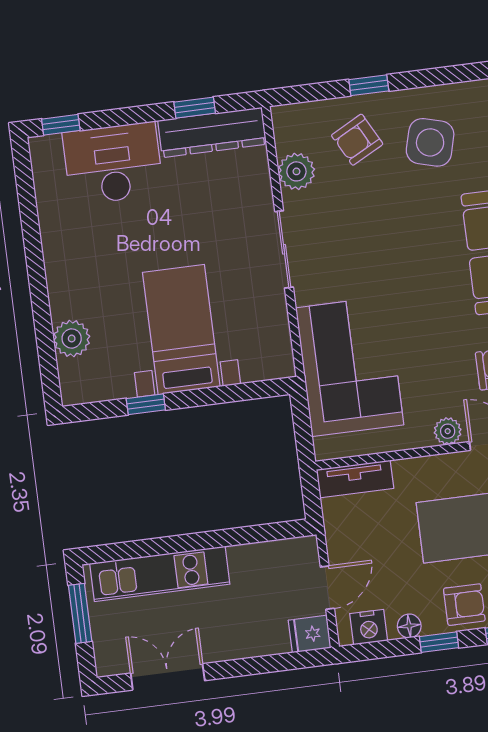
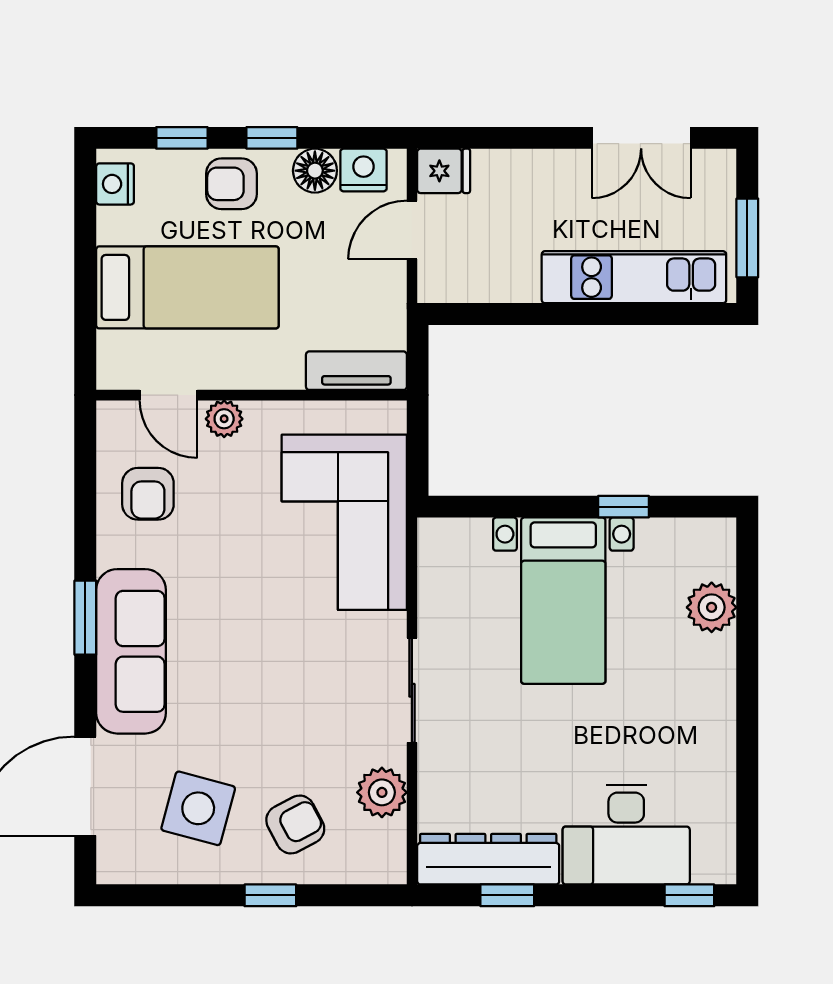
floor lamp: (409, 626) -> (315, 171), width x1.37, depth x1.37

